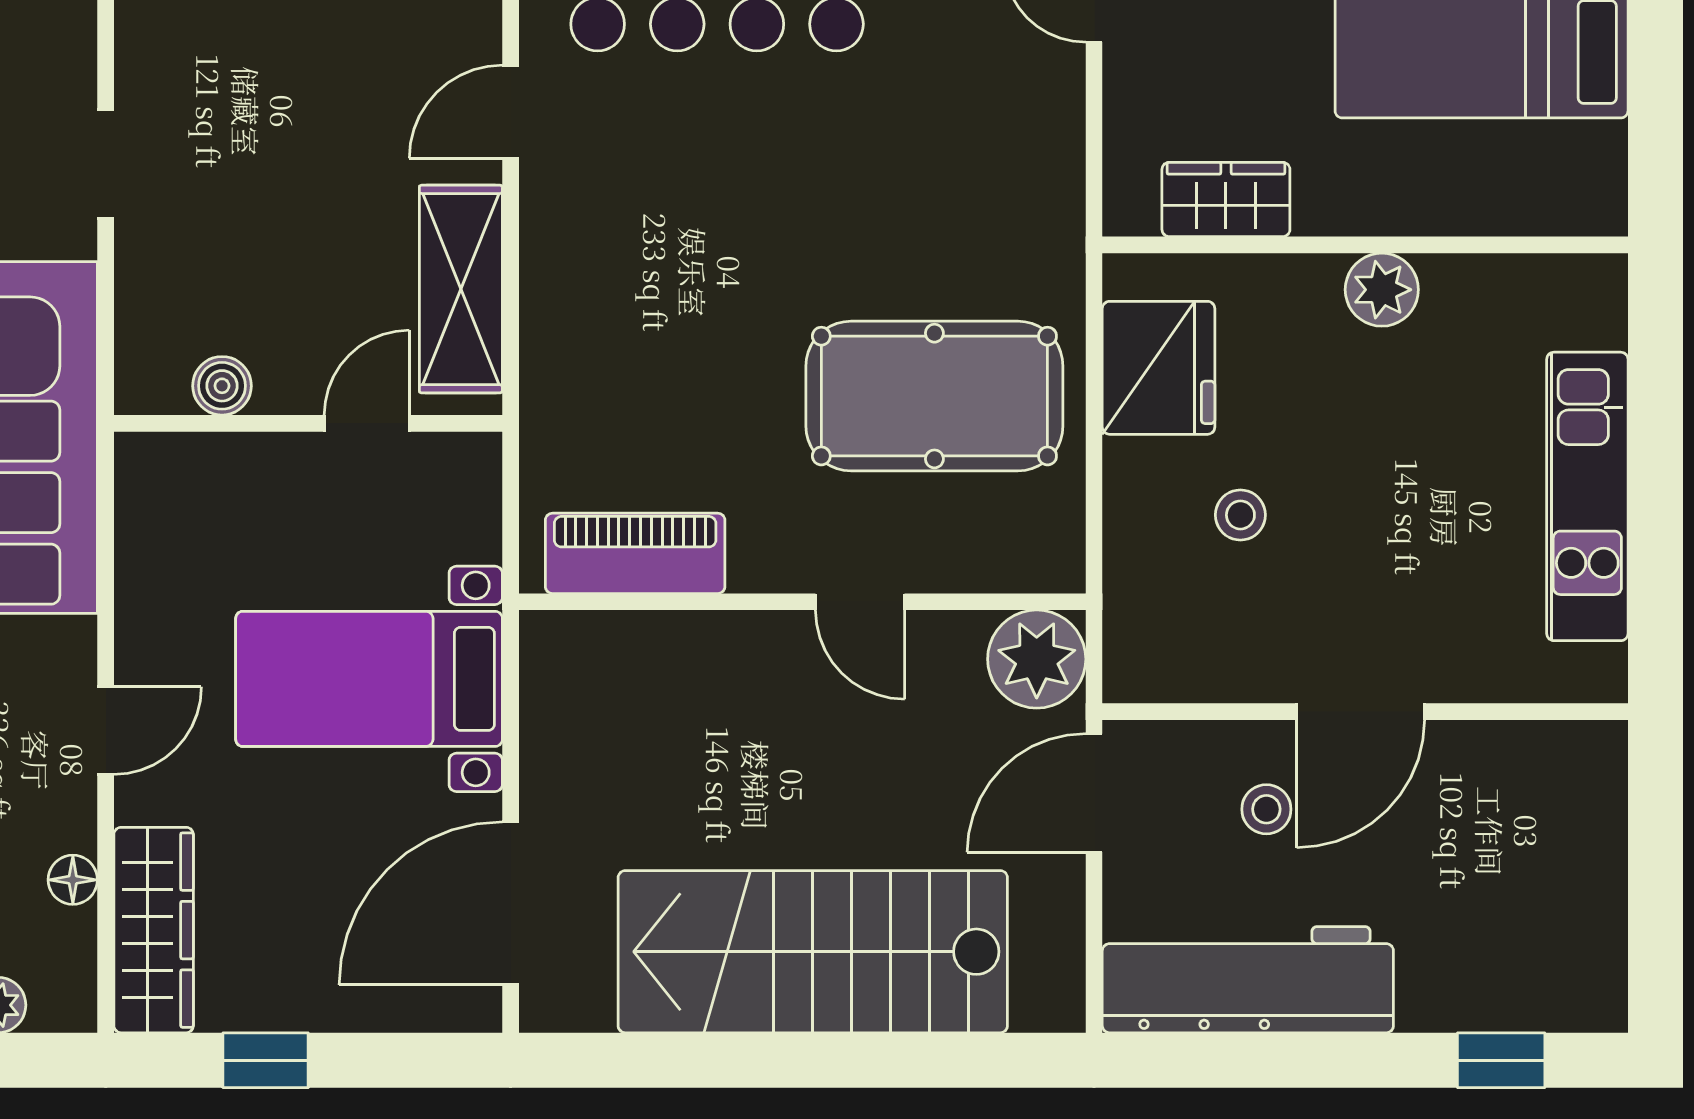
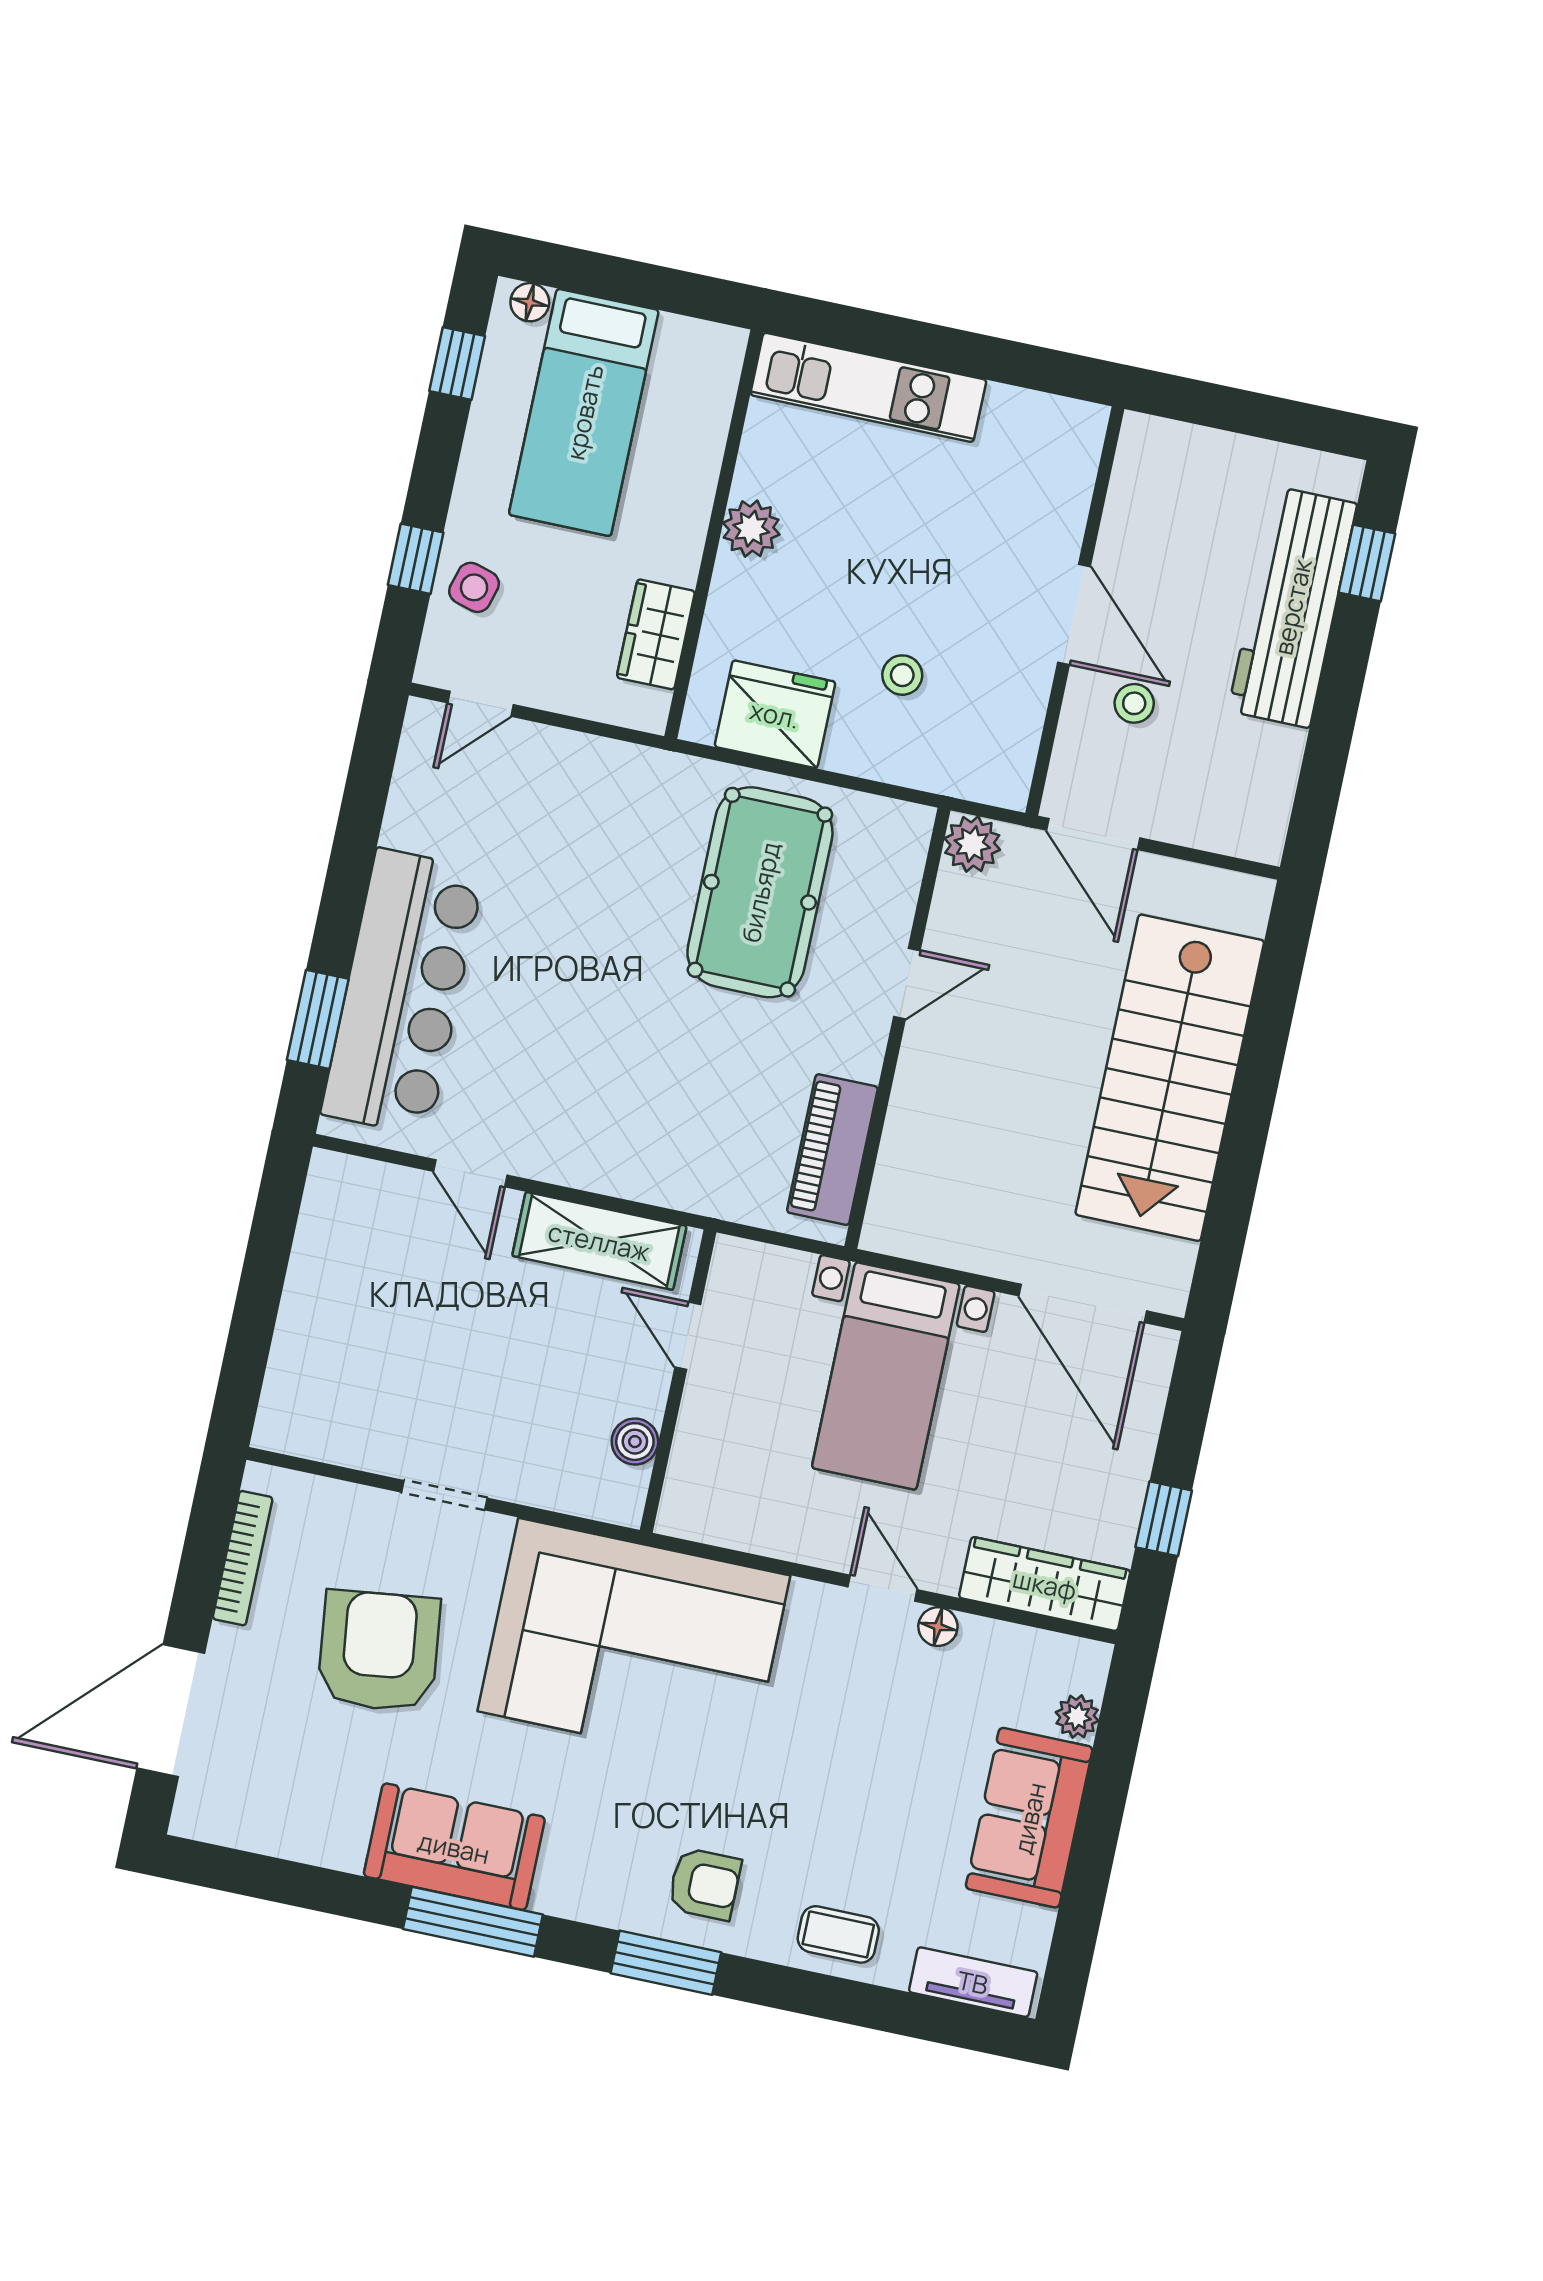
kitchen unit: (1587, 496) -> (868, 387), moved
plant: (1037, 659) -> (972, 844), width x0.73, depth x0.73
floor lamp: (73, 880) -> (938, 1627), moved
workbench: (1248, 980) -> (1292, 607), moved

